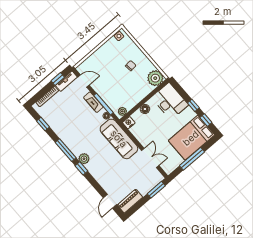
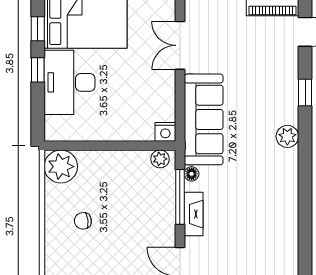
desk: (170, 101) -> (70, 82), moved
floor lamp: (145, 109) -> (120, 131), removed
window: (43, 124) -> (305, 249), removed
window: (66, 150) -> (305, 176), removed
window: (81, 168) -> (305, 92), moved

